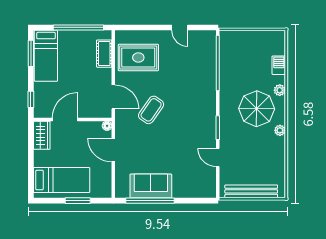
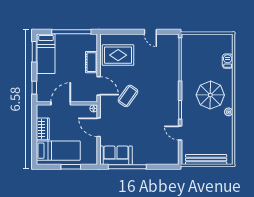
cot: (104, 54) -> (91, 62), moved
plant: (280, 90) -> (228, 81), removed
wardrobe: (42, 135) -> (43, 129), moved
sofa: (151, 186) -> (116, 155), moved

